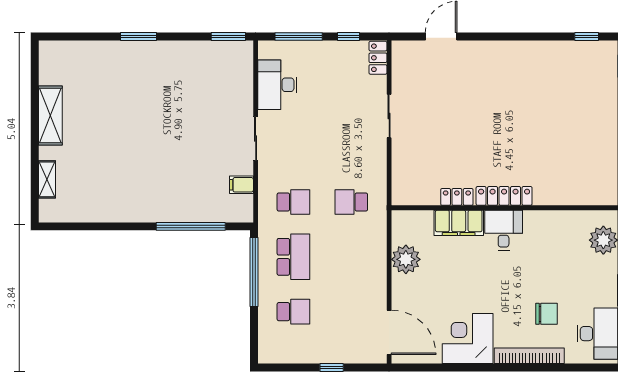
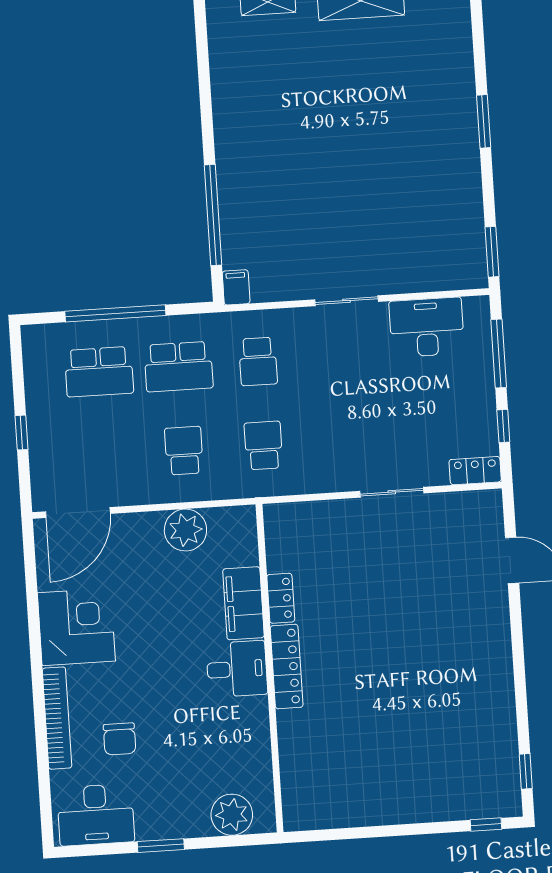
filing cabinet: (241, 185) -> (236, 287), moved
school desk: (351, 257) -> (184, 451), added
window: (254, 272) -> (115, 313), moved
school desk: (293, 312) -> (99, 372), width x1.85

